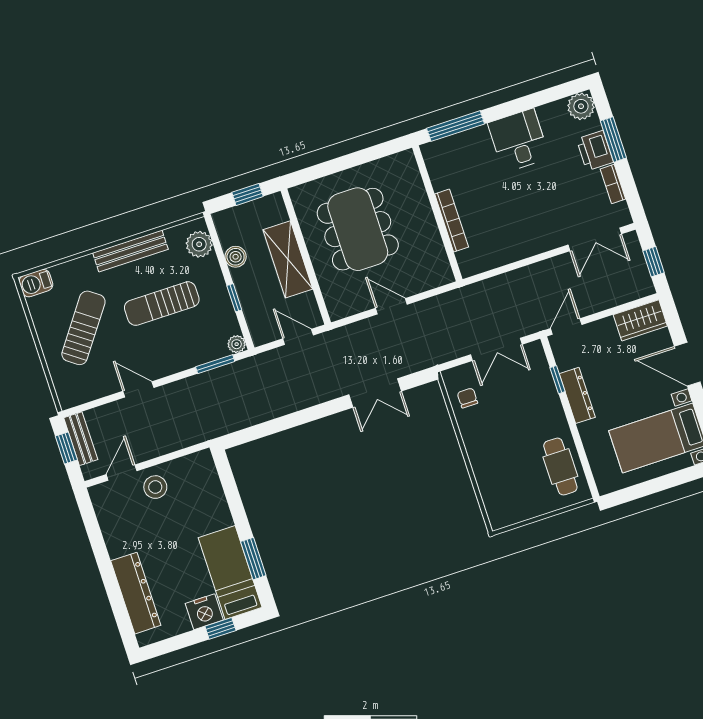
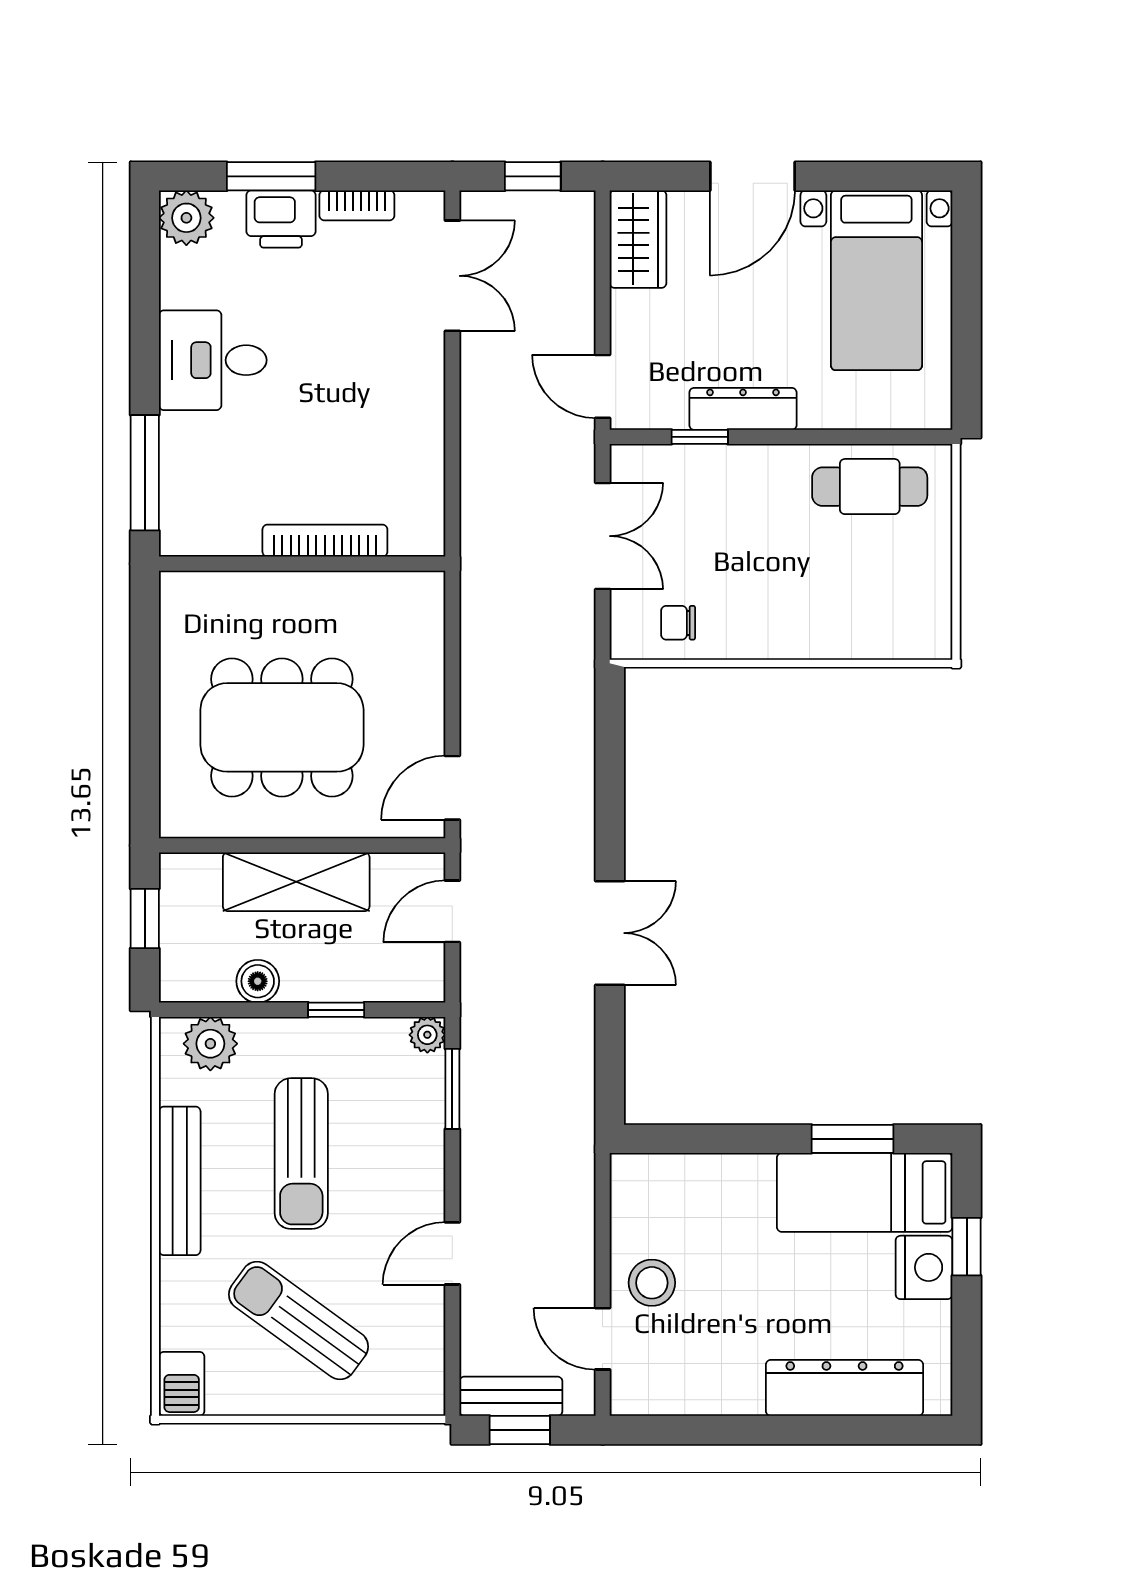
door: (391, 306) -> (452, 788), moved
double door: (375, 393) -> (610, 933), moved

